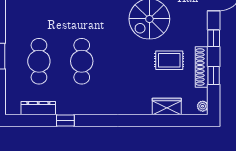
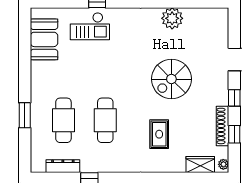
rug: (169, 60) -> (159, 134), moved, turned 90
wardrobe: (167, 106) -> (200, 165), moved

